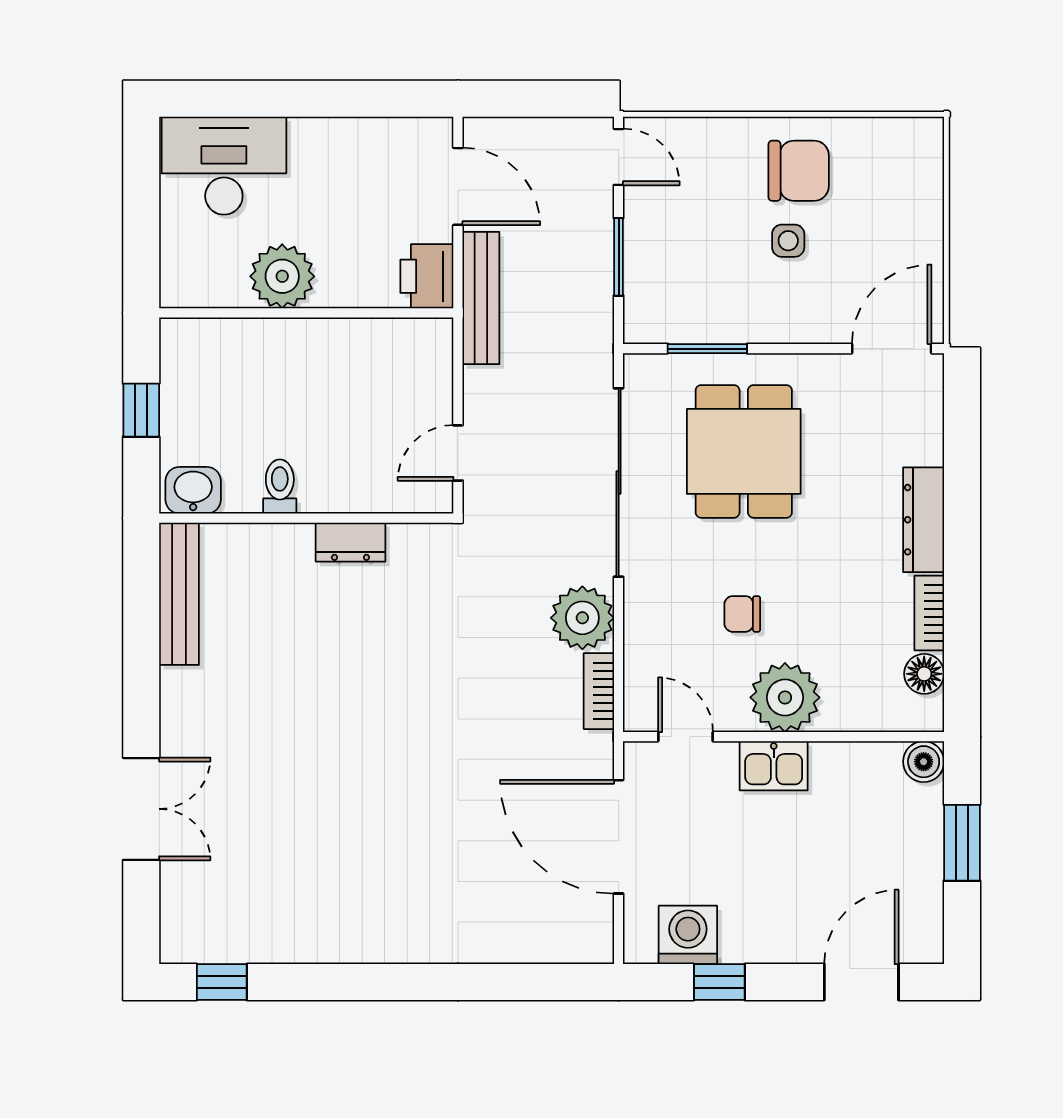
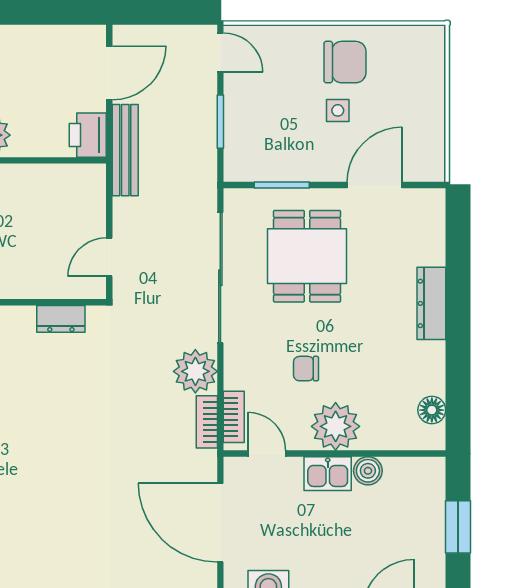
door: (458, 186) -> (109, 73), hinge flipped
door: (892, 349) -> (375, 185), moved
dresser: (350, 542) -> (61, 319), moved
bookcase: (929, 613) -> (234, 417), moved, turned 180
boiler: (924, 762) -> (368, 471), moved

